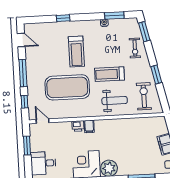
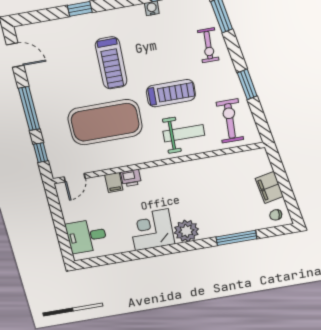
treadmill: (110, 74) -> (171, 93), turned 180
door: (43, 121) -> (75, 178), swing flipped
filing cabinet: (89, 126) -> (114, 182), moved
window: (27, 145) -> (57, 215), removed

